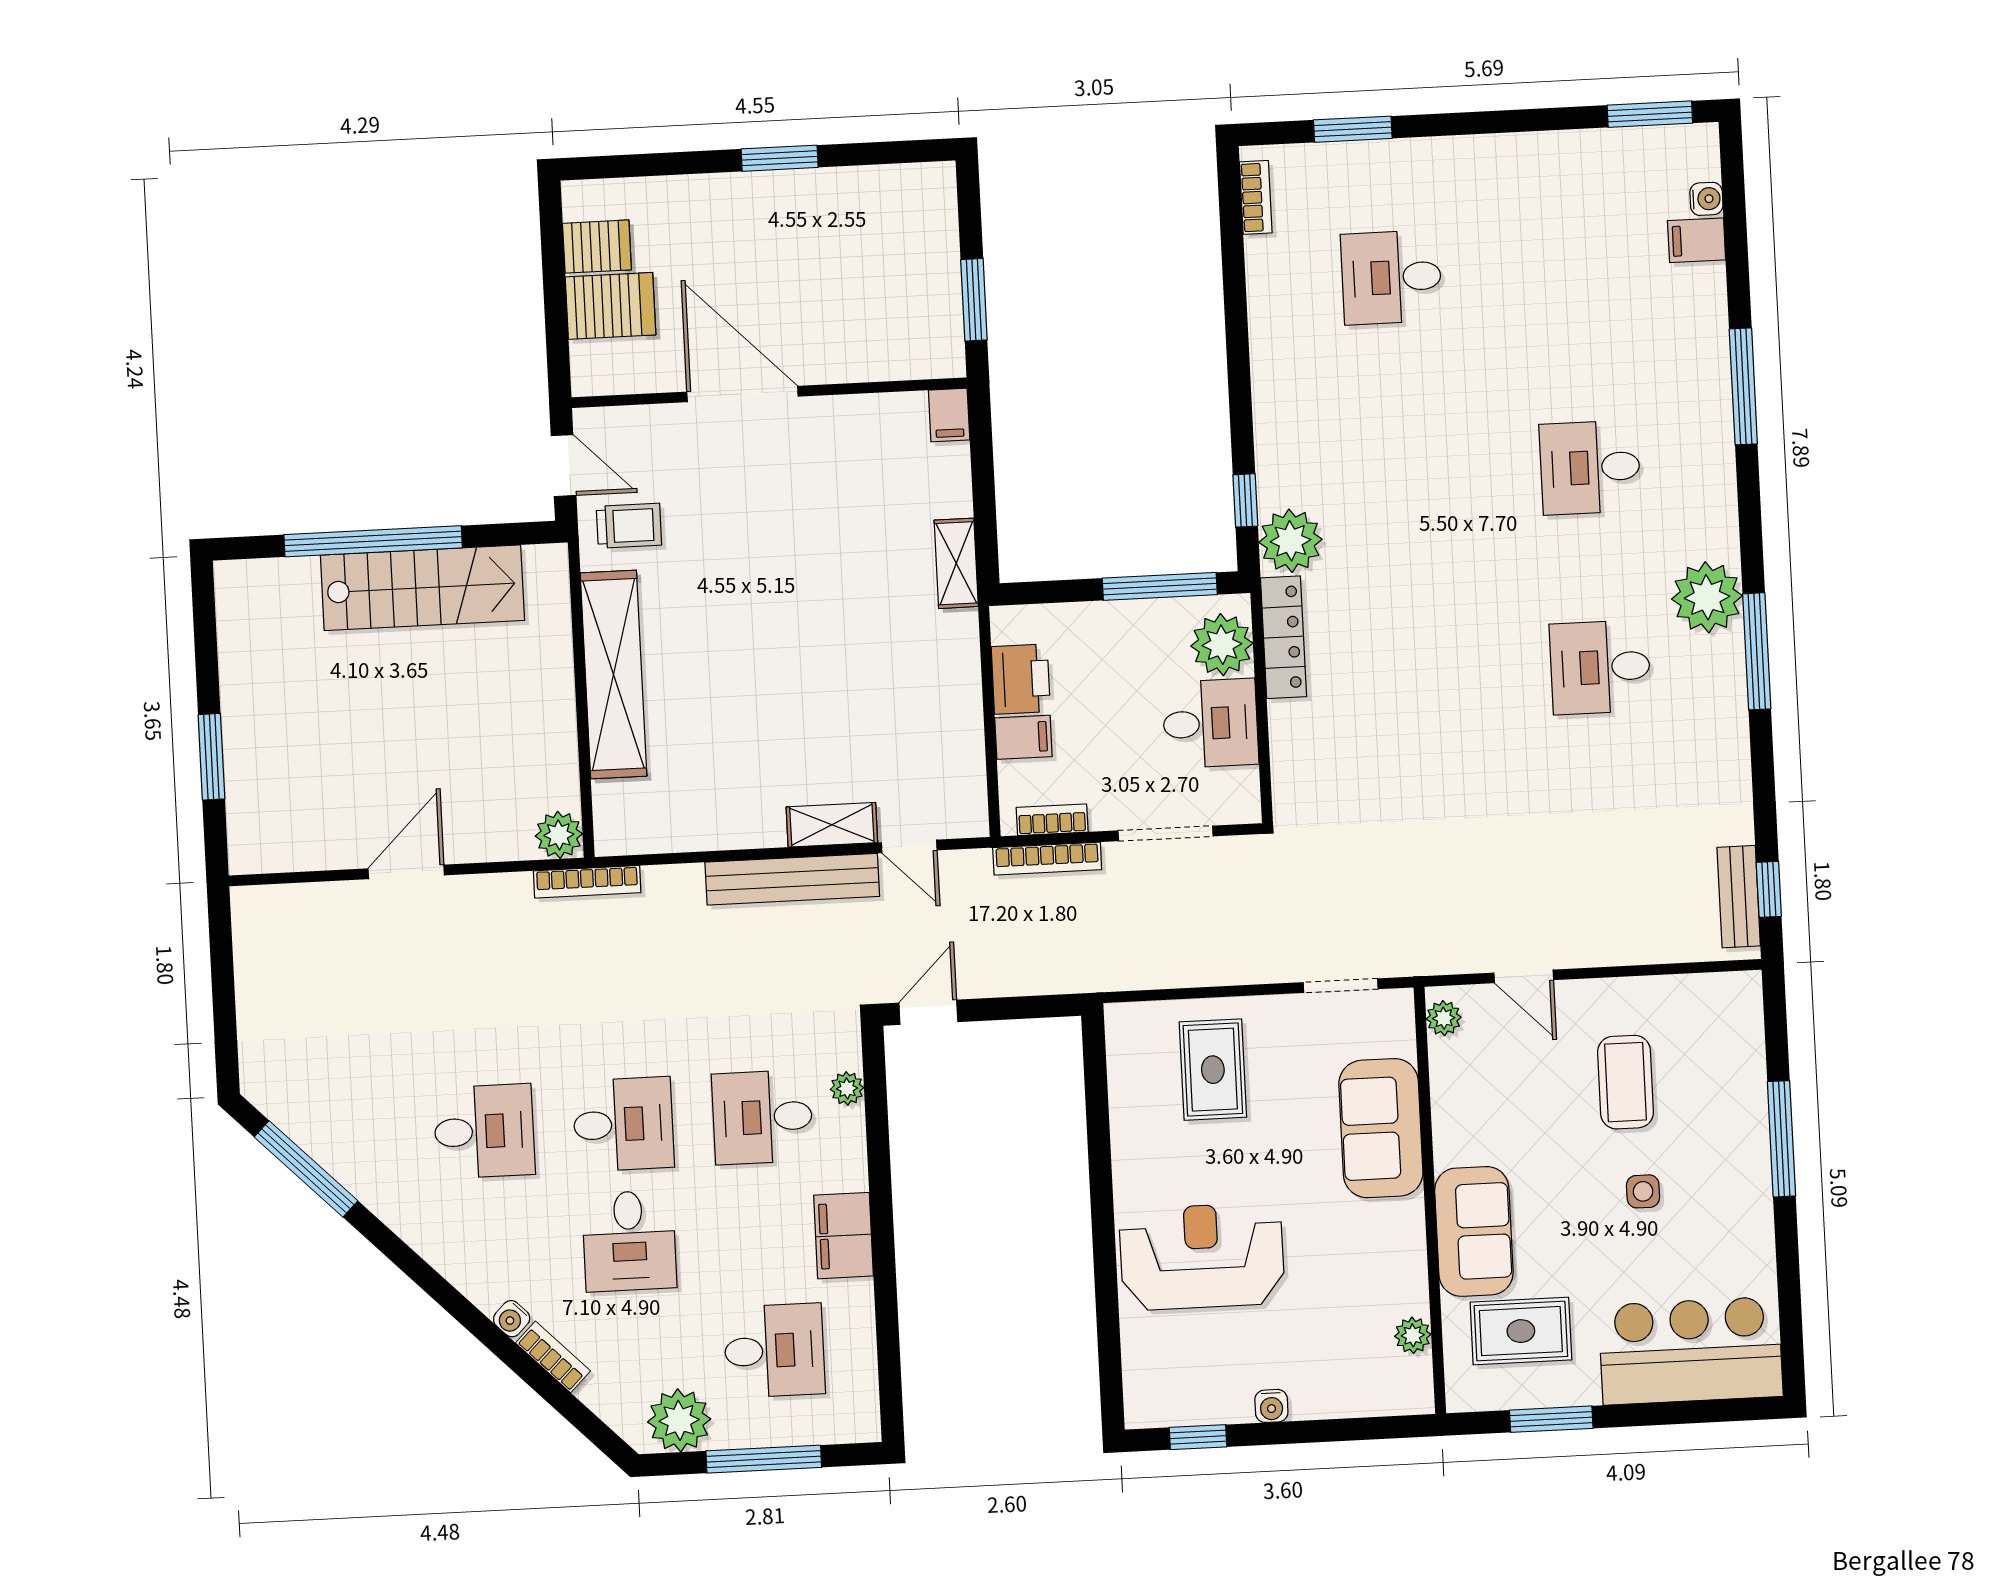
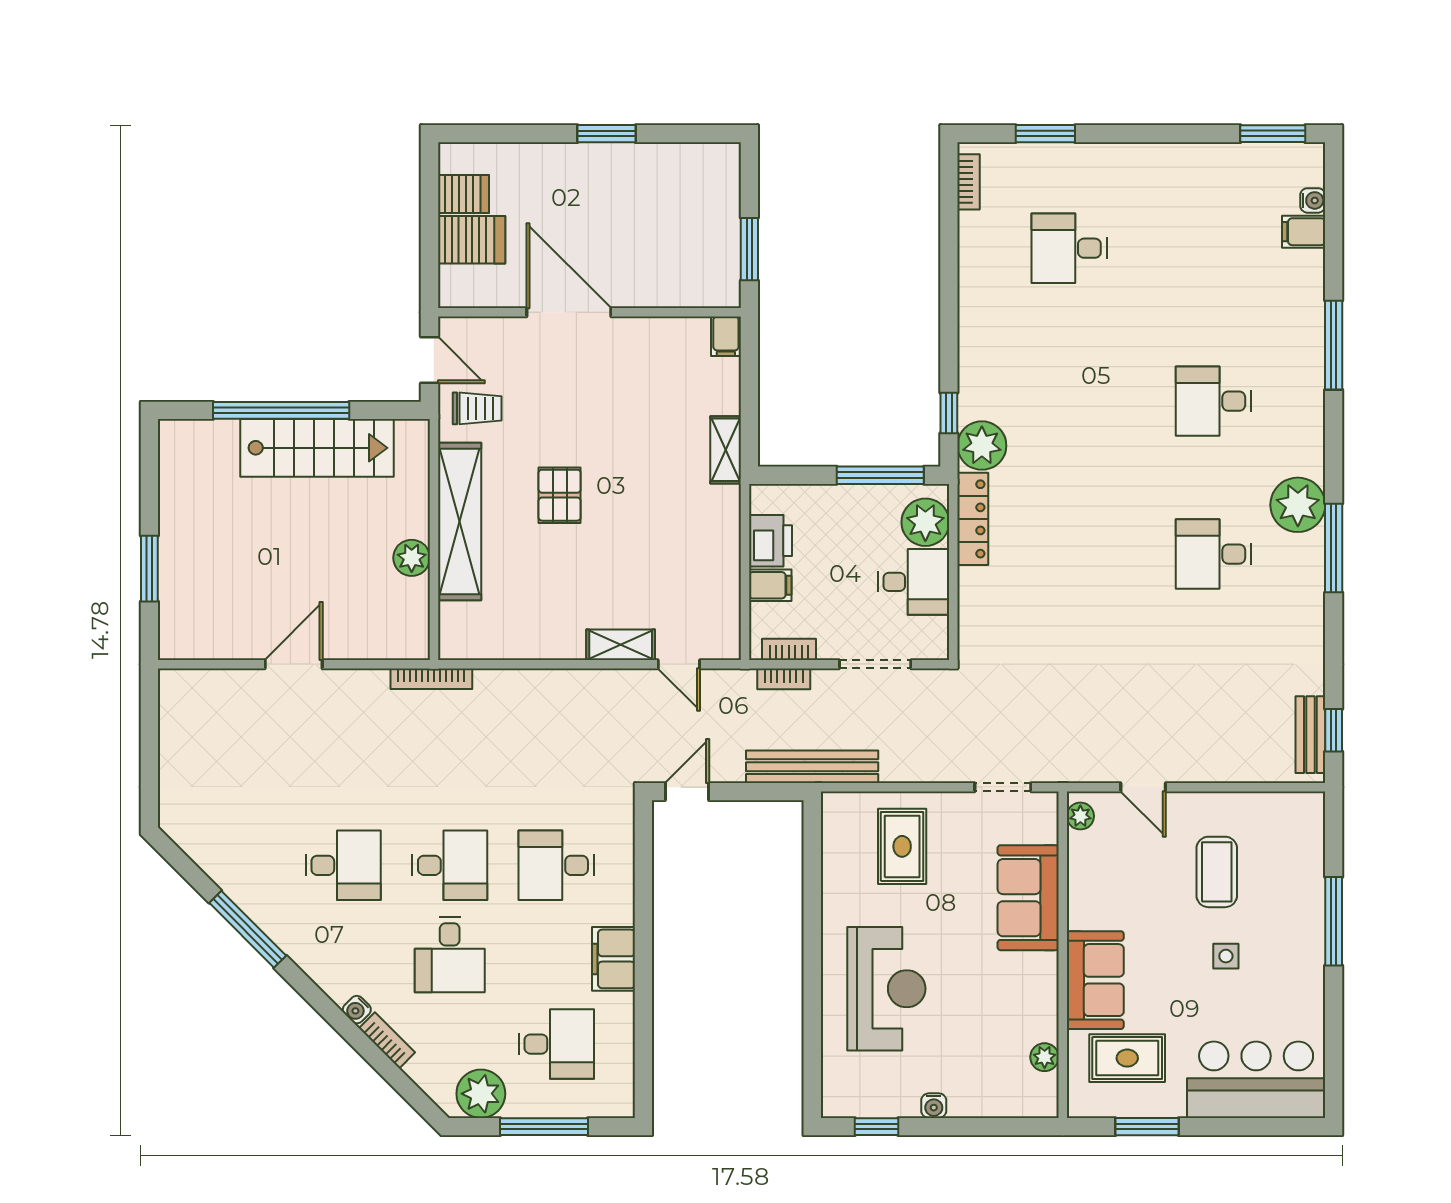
pallet: (742, 633) -> (560, 495), added
plant: (559, 835) -> (412, 558), moved
bookcase: (1047, 859) -> (784, 679), width x0.64
bench: (792, 879) -> (812, 767), moved
plant: (847, 1088) -> (622, 847), removed
window: (306, 1169) -> (248, 929), moved
reception desk: (1202, 1256) -> (886, 989), turned 90

